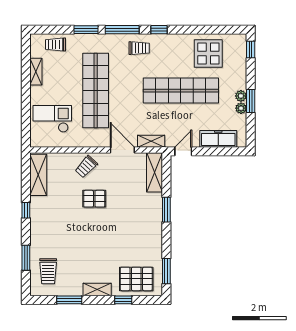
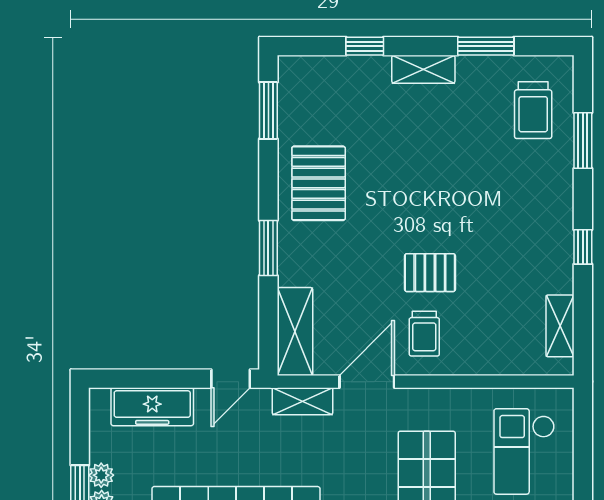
checkout: (52, 119) -> (524, 451), turned 90
door: (122, 150) -> (367, 382), swing flipped
trolley: (86, 167) -> (424, 334), moved, turned 137
shelving: (38, 175) -> (560, 326), width x0.67, depth x0.75
trolley: (48, 271) -> (533, 110), turned 180
pallet: (136, 279) -> (319, 183), moved, turned 90

